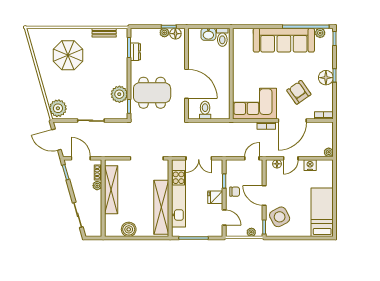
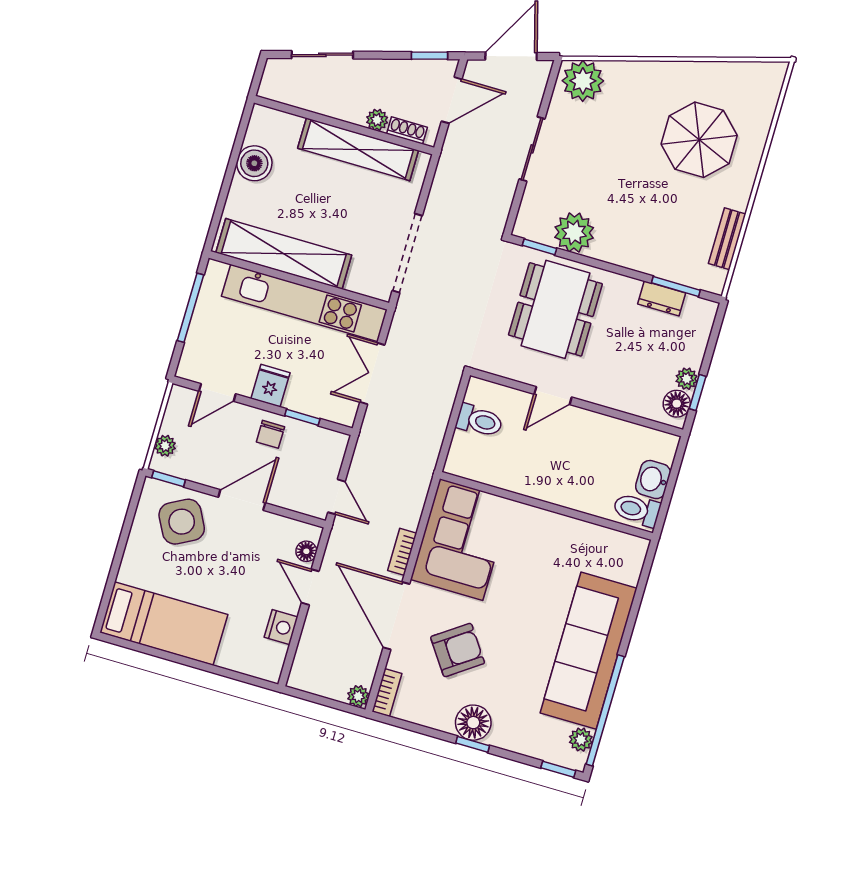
door: (187, 84) -> (553, 396), width x0.53
plant: (329, 152) -> (358, 696), moved

